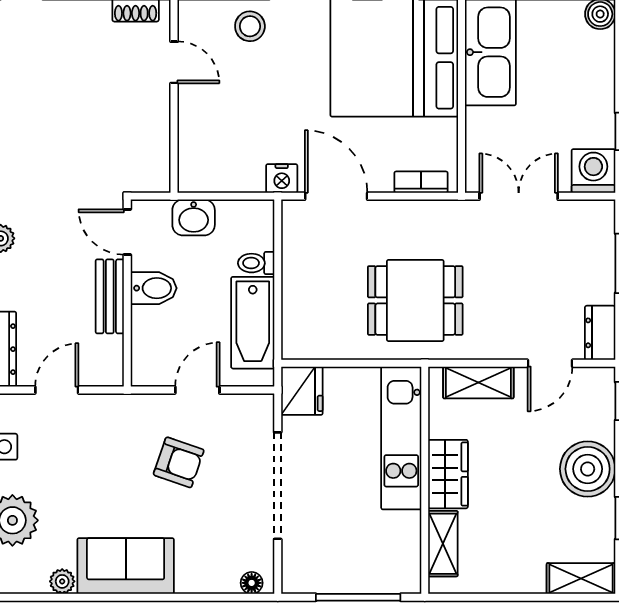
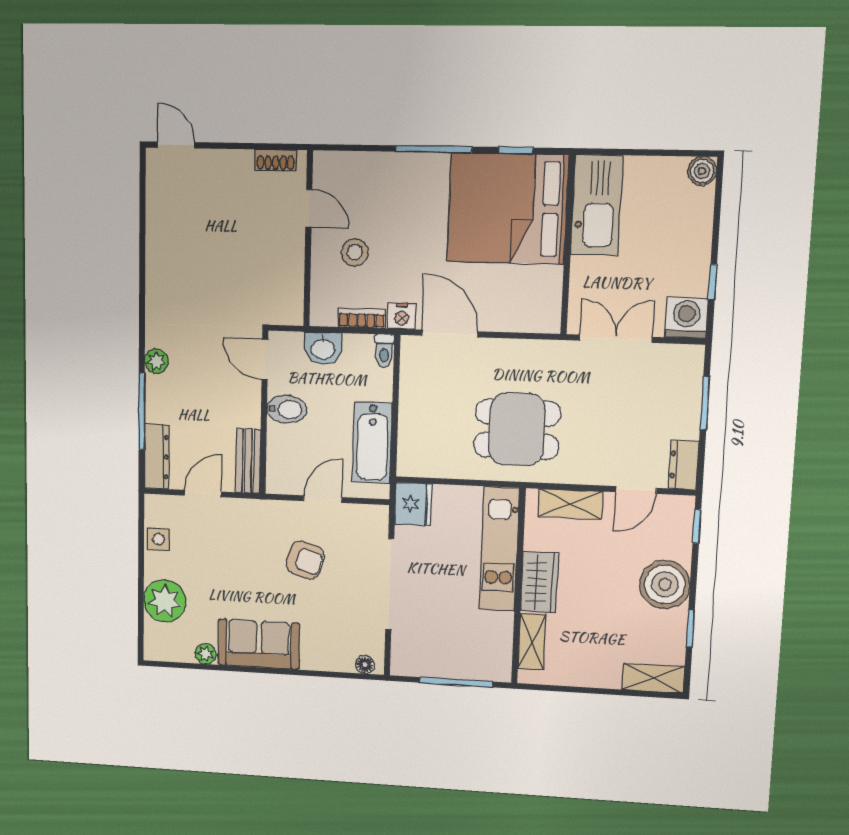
stool: (250, 26) -> (355, 252), moved
bookcase: (421, 182) -> (362, 318), moved
toilet: (256, 263) -> (384, 351), moved, turned -90
bench: (110, 296) -> (248, 461), moved

